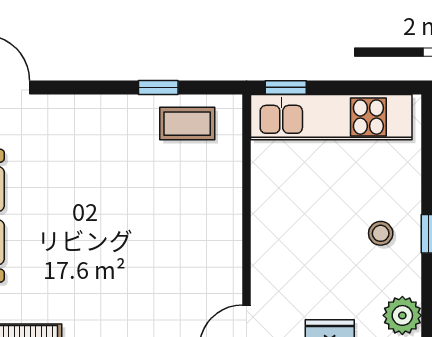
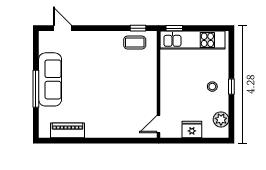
window: (158, 87) -> (138, 28), moved

